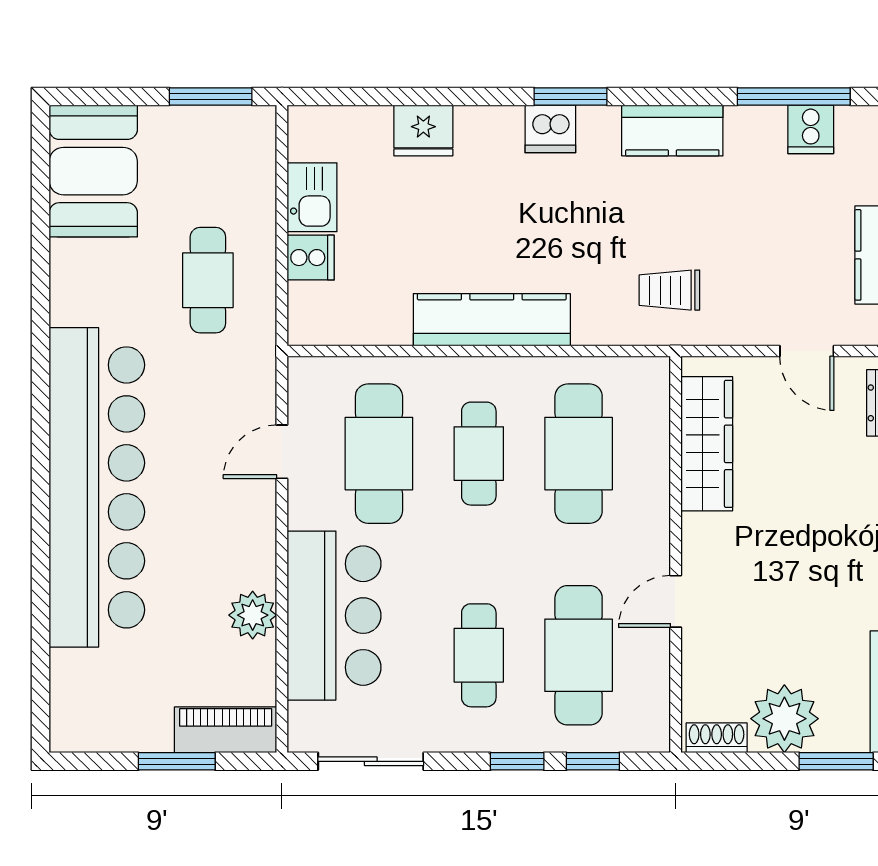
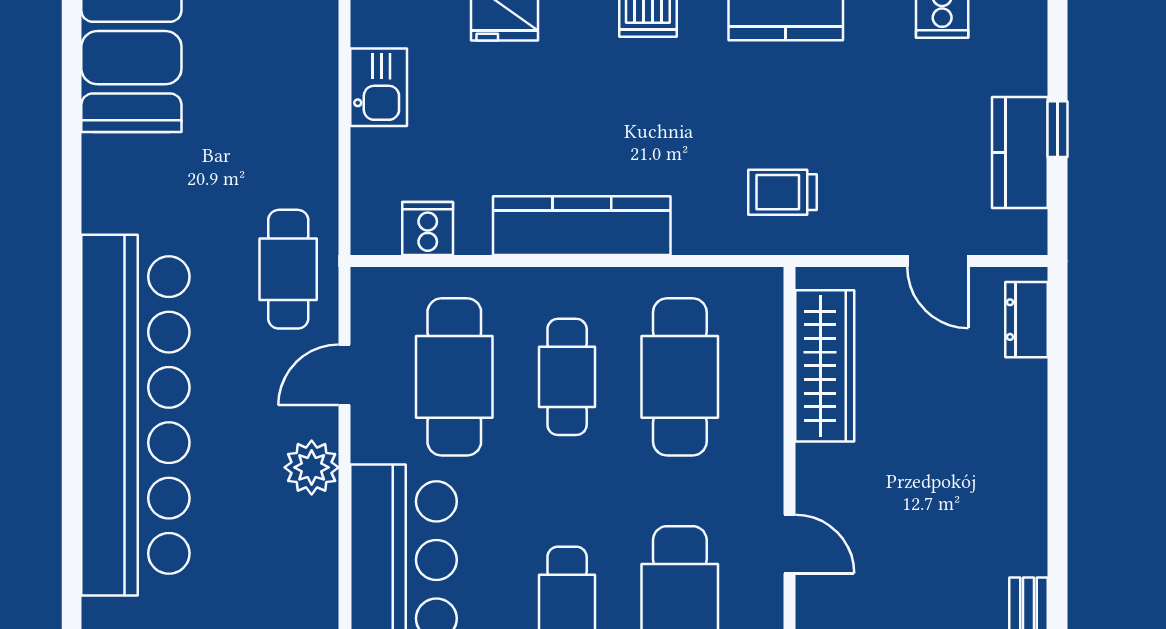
cooker: (311, 258) -> (428, 228), moved, turned -90
cafe table: (208, 280) -> (288, 269), moved
door: (676, 601) -> (790, 544), swing flipped
plant: (253, 615) -> (312, 467), moved

